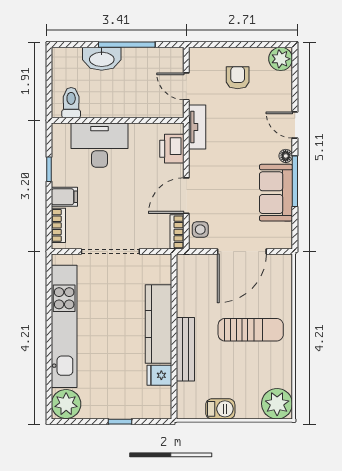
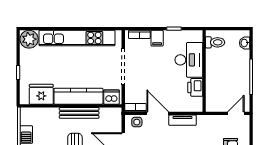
washbasin: (102, 59) -> (245, 43), moved, width x0.52, depth x0.69
door: (186, 86) -> (236, 113), moved
tv unit: (197, 127) -> (182, 120), moved
printer: (172, 149) -> (195, 87), moved, turned -90
dishwasher: (160, 270) -> (112, 97), added
bench: (185, 349) -> (79, 113), moved
fridge: (159, 375) -> (41, 94), width x1.88, depth x1.34

